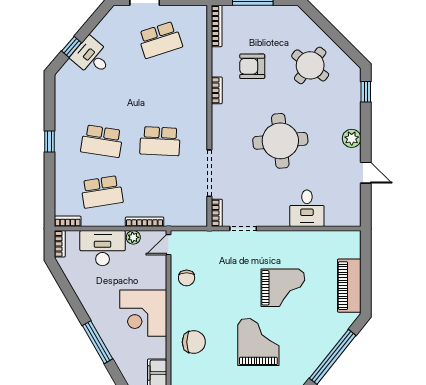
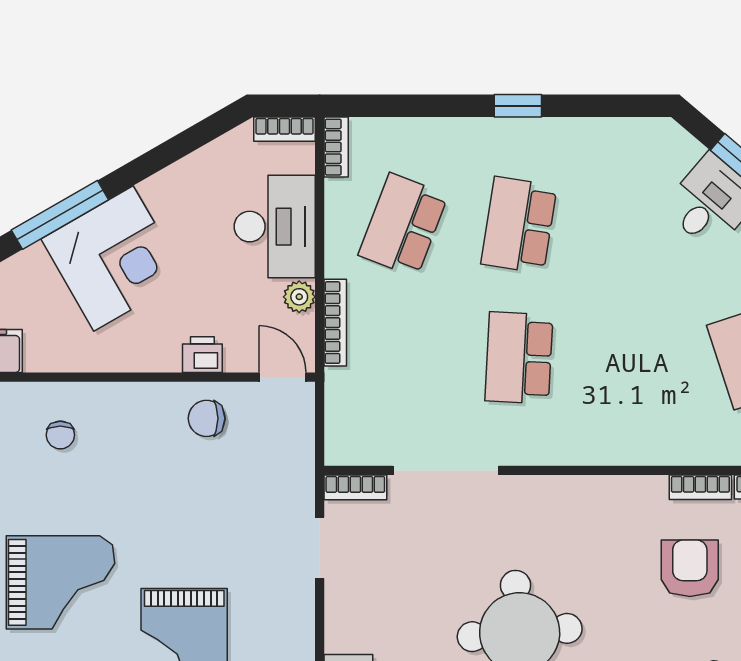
bookcase: (217, 90) -> (700, 487), moved
school desk: (102, 192) -> (403, 225), turned 30
printer: (159, 280) -> (202, 355), added
corner desk: (143, 313) -> (114, 258), moved, turned 150
chair: (194, 342) -> (60, 435), width x0.54, depth x0.54

